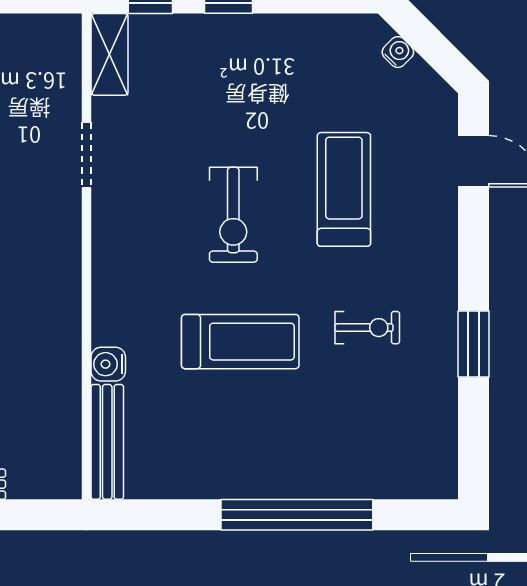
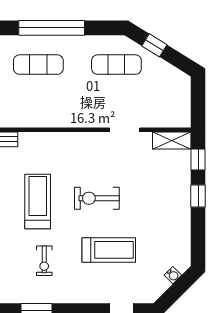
treadmill: (240, 342) -> (38, 201), turned 180
water cooler: (108, 364) -> (27, 140), removed

